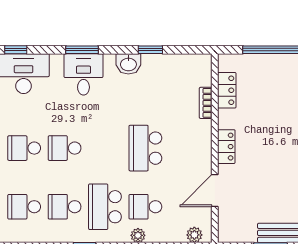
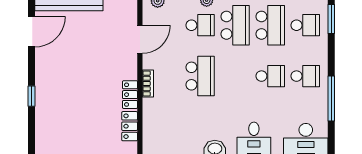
bookcase: (206, 103) -> (148, 83), moved
locker: (226, 147) -> (130, 95), moved
school desk: (65, 207) -> (270, 25), width x1.85

